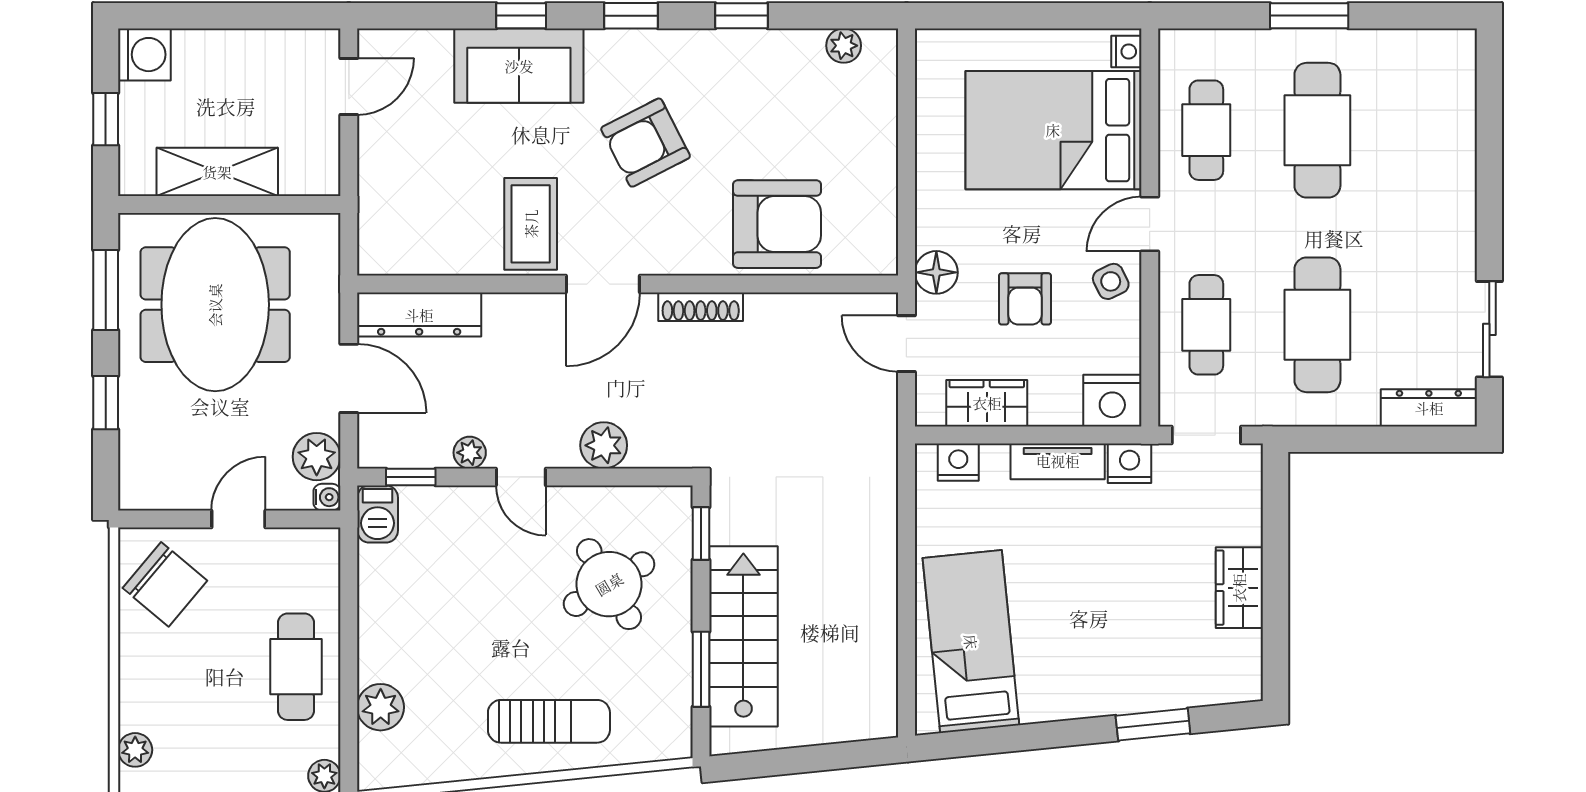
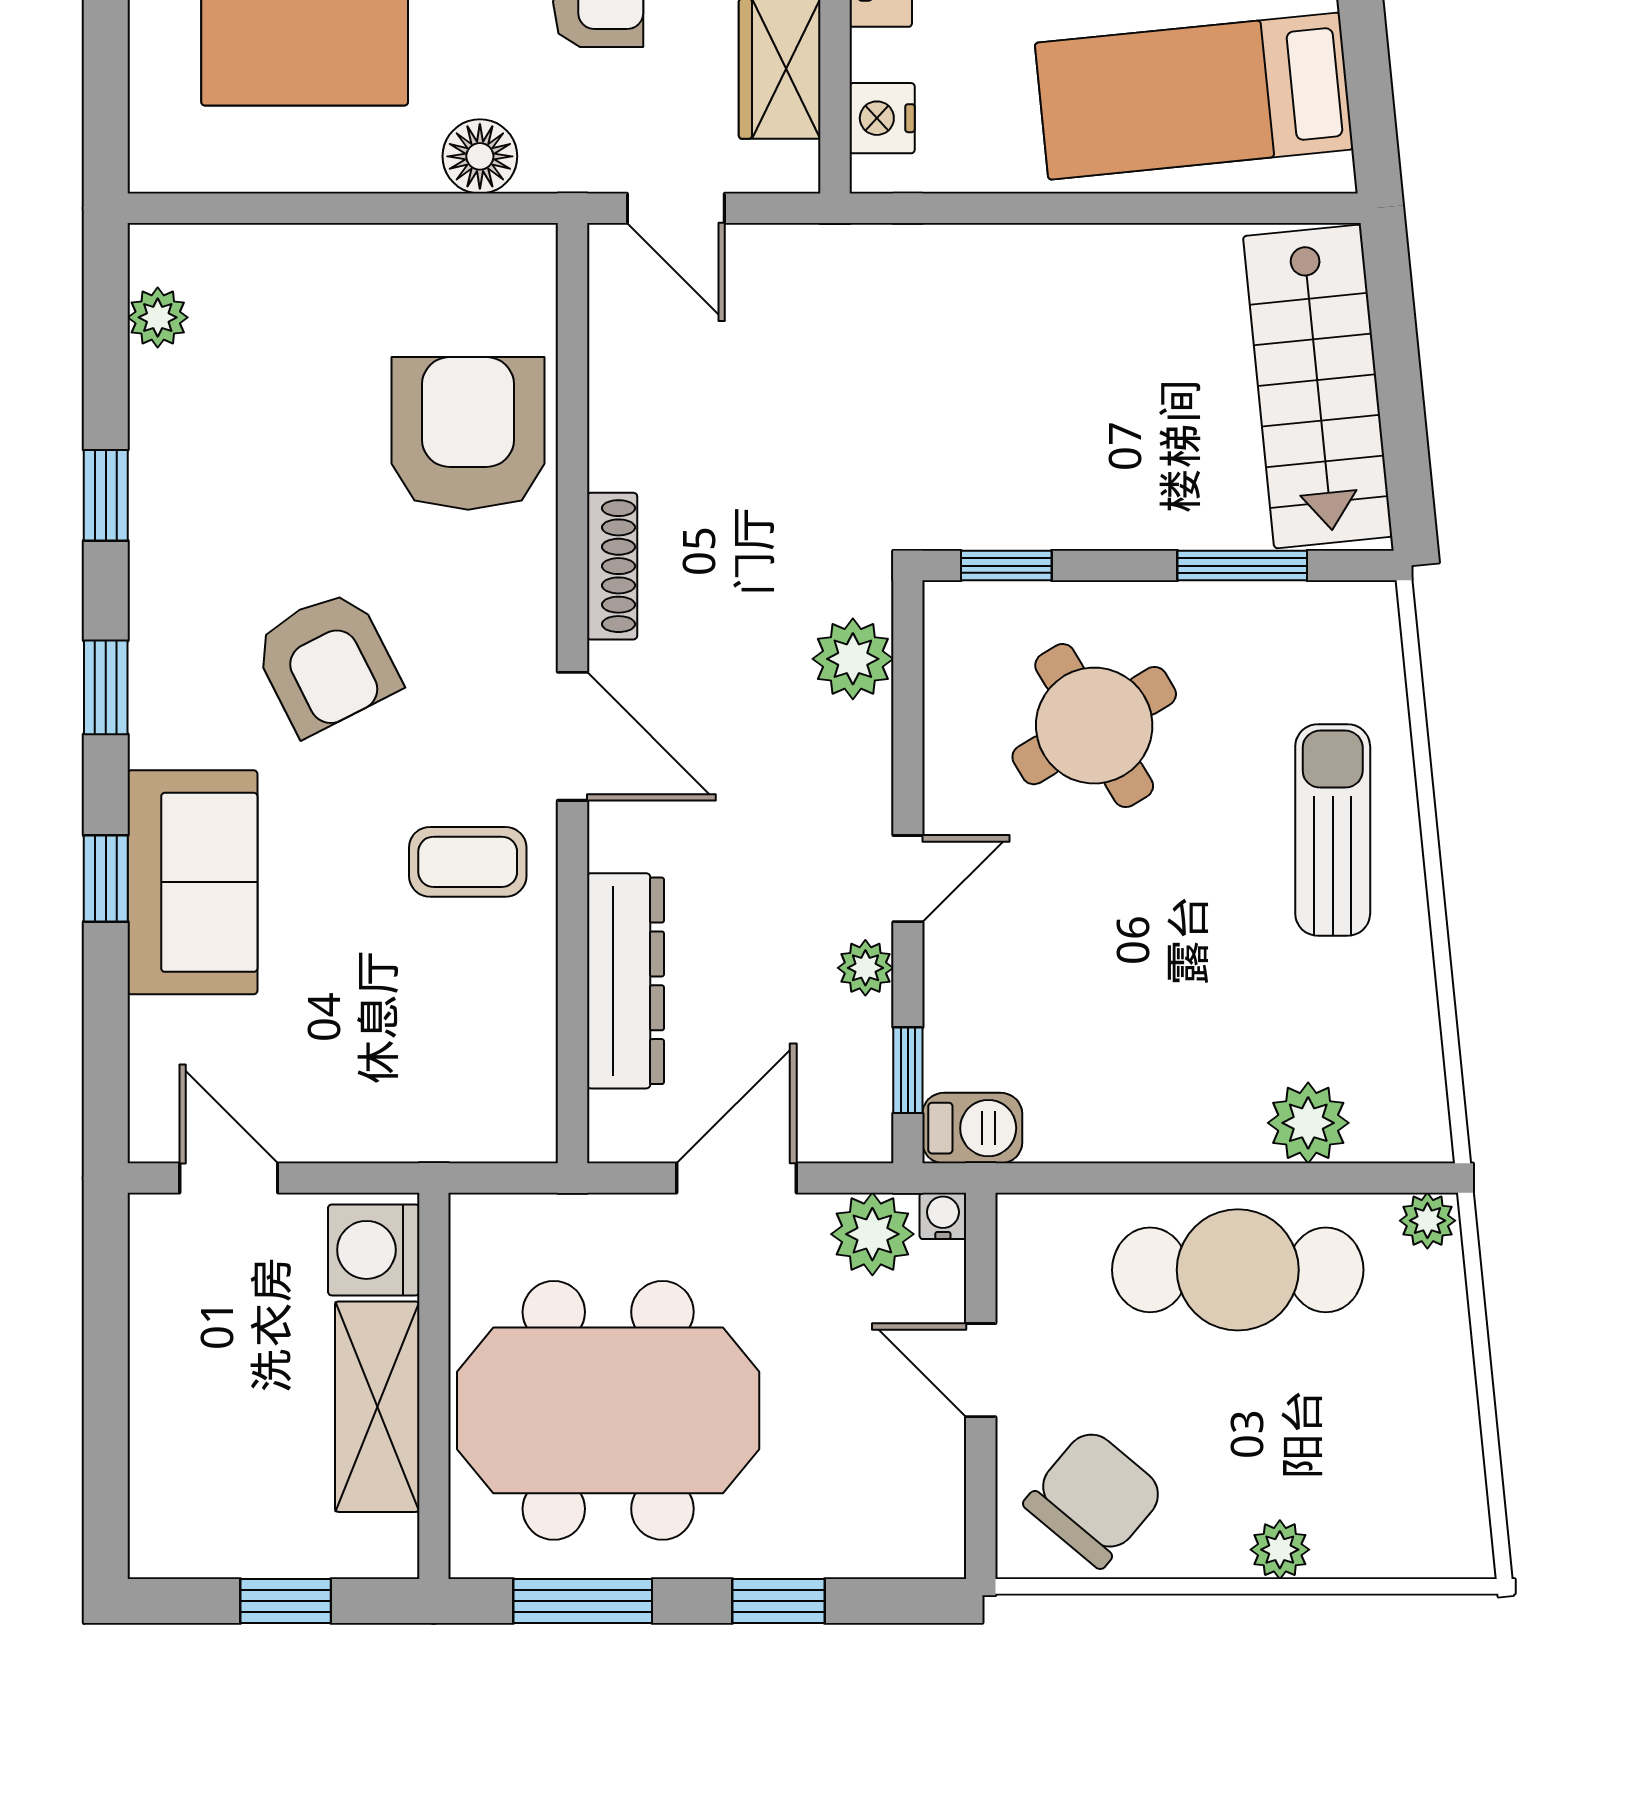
washing machine: (144, 55) -> (374, 1250), moved, turned -90
coffee table: (531, 224) -> (468, 862), width x0.73, depth x0.77
floor lamp: (936, 272) -> (480, 156), moved
dresser: (419, 315) -> (625, 981), moved
door: (906, 344) -> (676, 208), hinge flipped
plant: (604, 445) -> (853, 659), moved
stairs: (743, 636) -> (1318, 386), moved, turned -96
cafe table: (296, 667) -> (1238, 1270), width x1.37, depth x1.35
plant: (135, 750) -> (1280, 1550), moved

